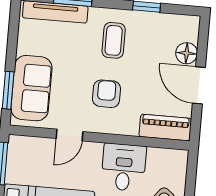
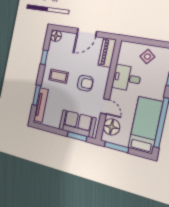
floor lamp: (187, 53) -> (56, 36), moved
armchair: (106, 94) -> (85, 83), turned 180
floor lamp: (35, 151) -> (112, 127), added

